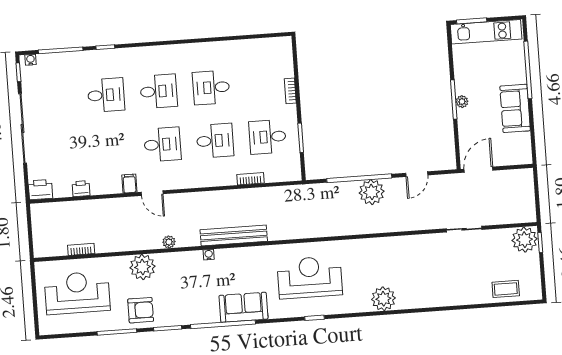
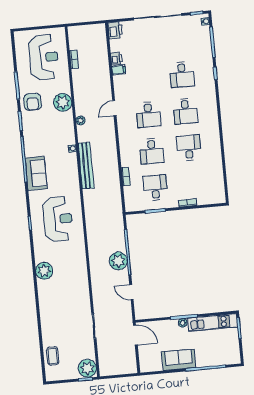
kitchen unit: (486, 32) -> (212, 323), moved, turned -90
filing cabinet: (129, 184) -> (119, 70), moved

